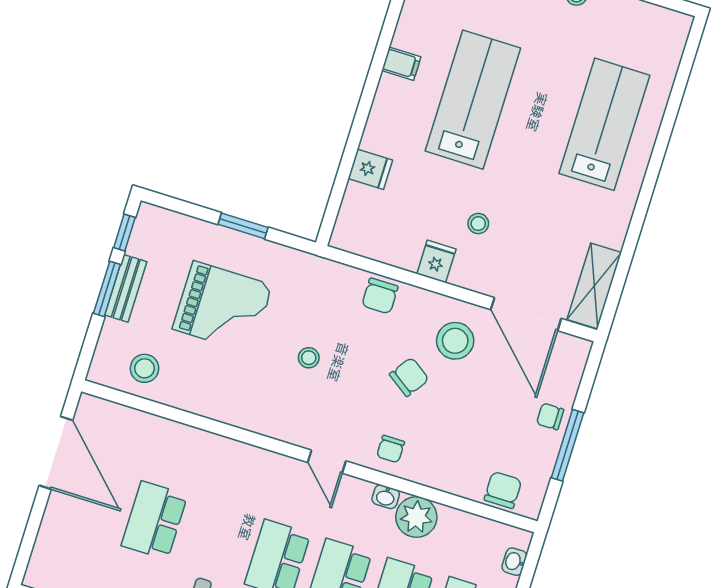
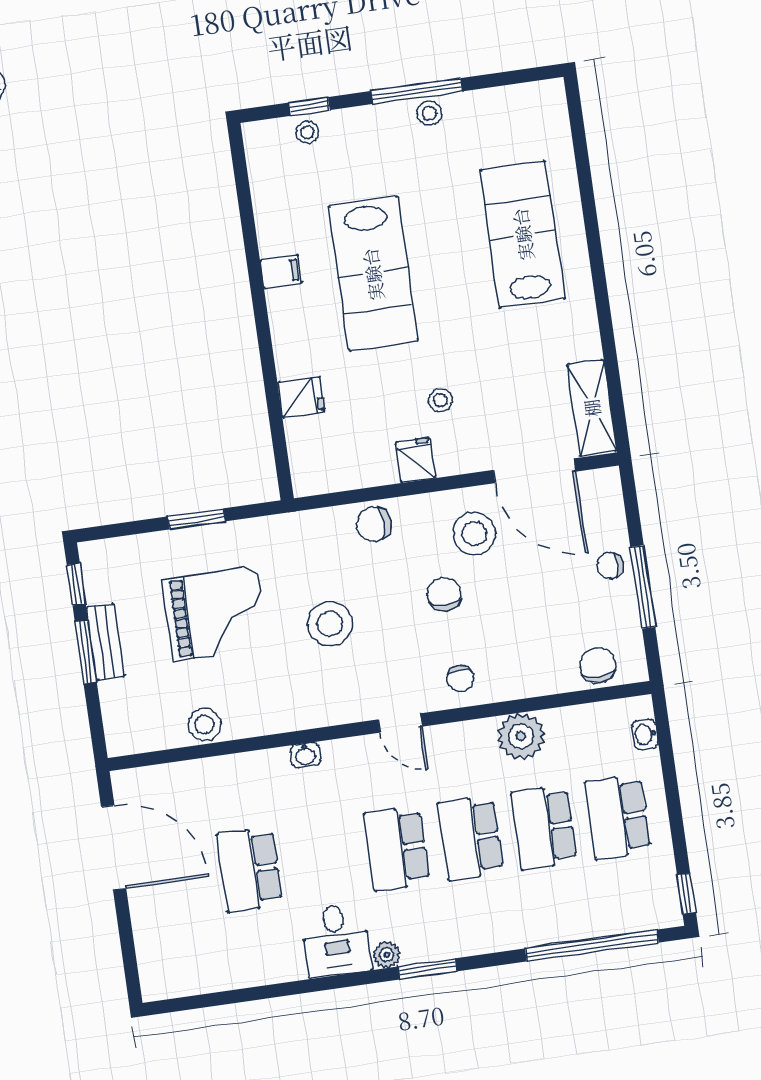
lab bench: (473, 100) -> (373, 274), turned 180
chair: (380, 296) -> (374, 524), turned 90
stool: (309, 358) -> (330, 624), width x1.89, depth x1.89
stool: (144, 368) -> (205, 725), moved
chair: (409, 377) -> (444, 594), turned -35
washbasin: (386, 497) -> (305, 755), moved

